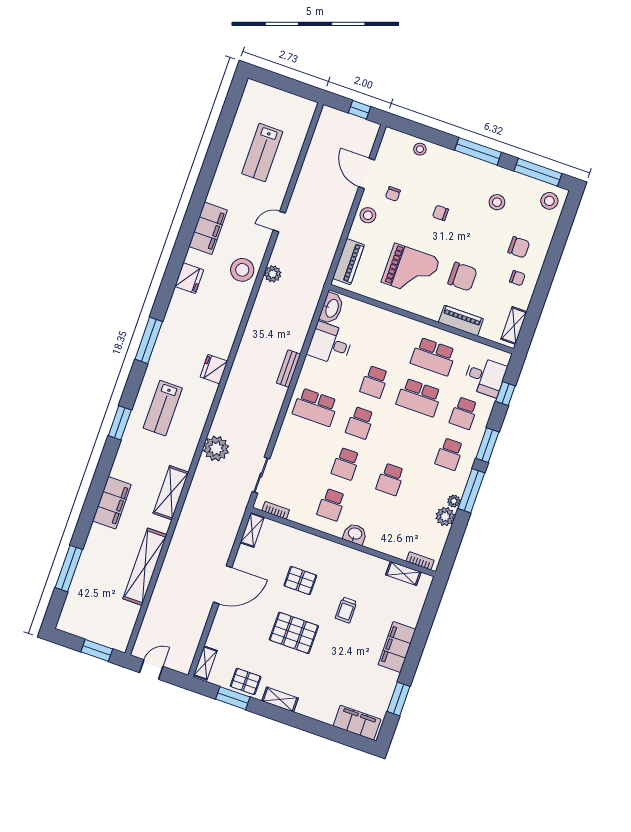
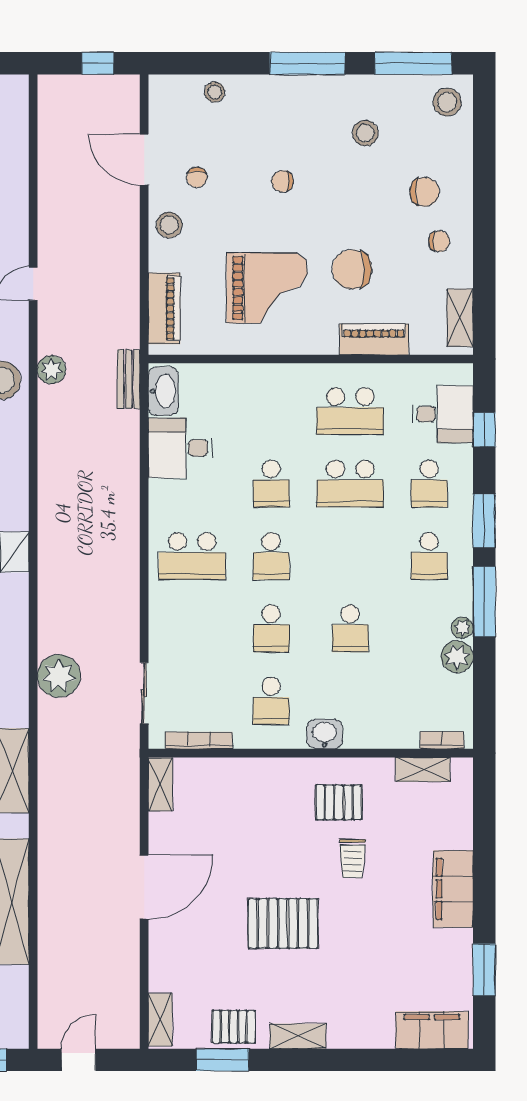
chair: (462, 277) -> (352, 269), turned 180
bench: (288, 369) -> (129, 379), moved
bookcase: (276, 510) -> (199, 740), width x1.56
pallet: (300, 580) -> (339, 802), moved

